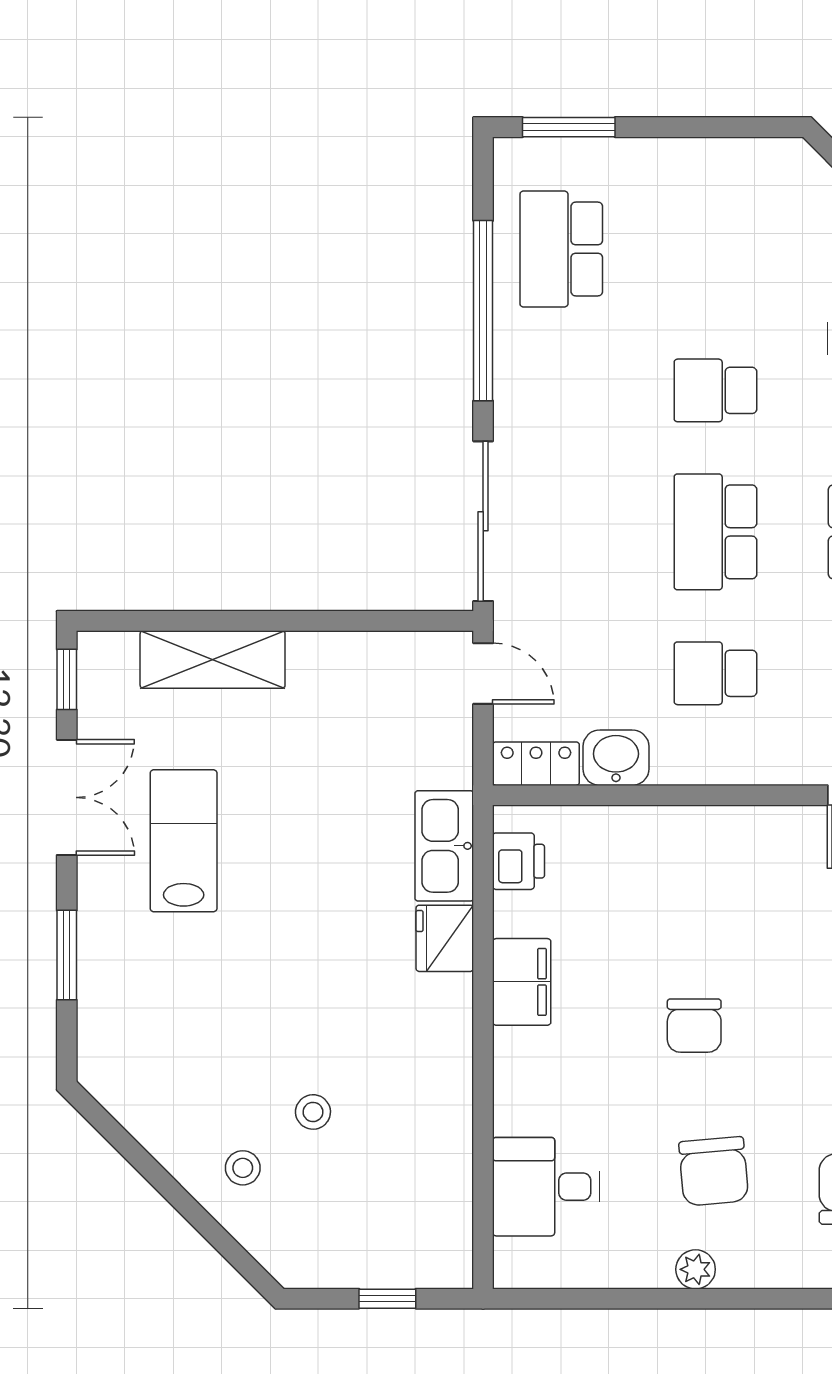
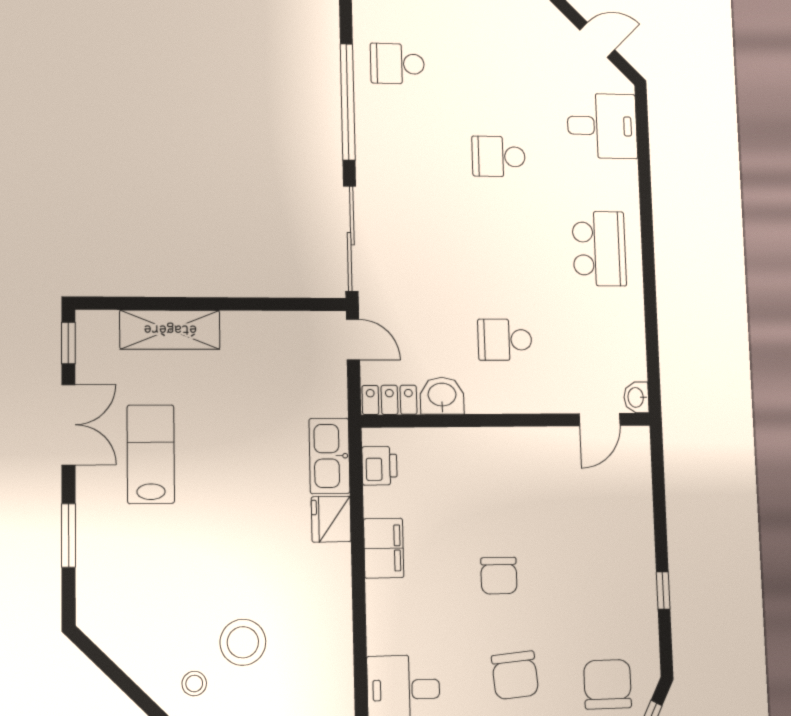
school desk: (561, 249) -> (397, 64), width x0.54
school desk: (715, 532) -> (502, 247), removed
stool: (313, 1112) -> (243, 642), width x1.89, depth x1.89

